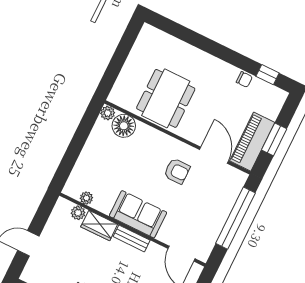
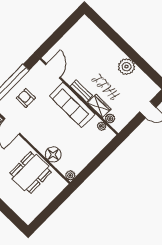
floor lamp: (124, 126) -> (53, 154), moved
armchair: (177, 171) -> (26, 98), moved
sofa: (138, 214) -> (72, 105), width x1.36

